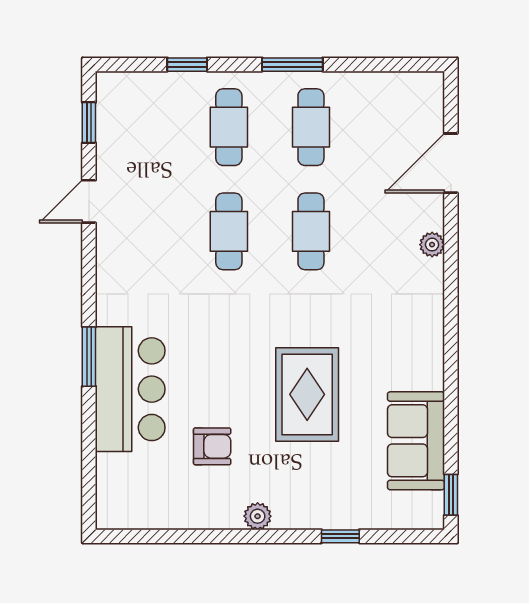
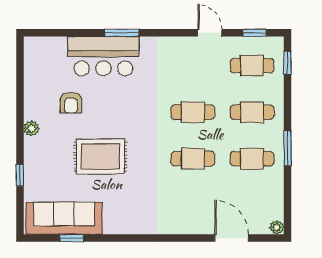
window: (187, 65) -> (288, 63), moved
cafe table: (147, 127) -> (252, 66), added
plant: (432, 245) -> (277, 227), moved
sofa: (416, 441) -> (64, 218), width x1.36
window: (451, 495) -> (72, 238), moved

